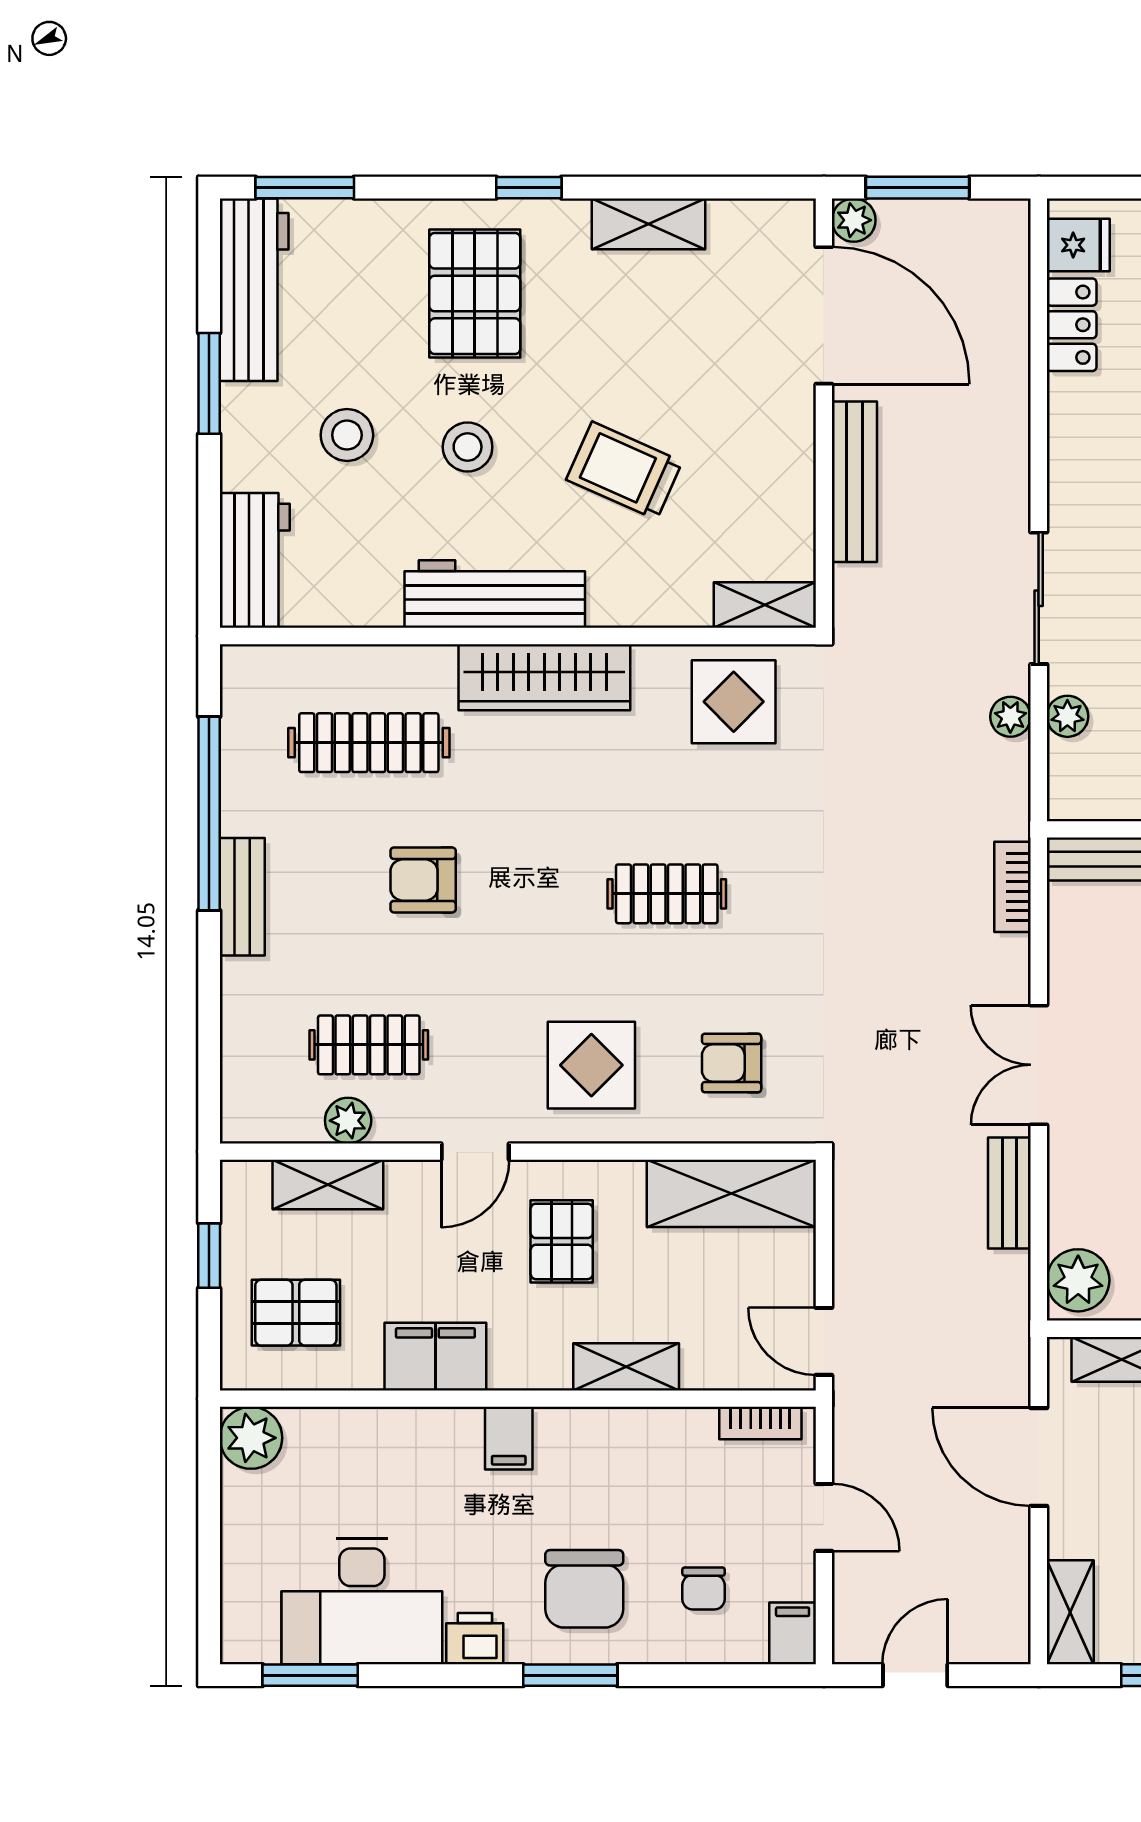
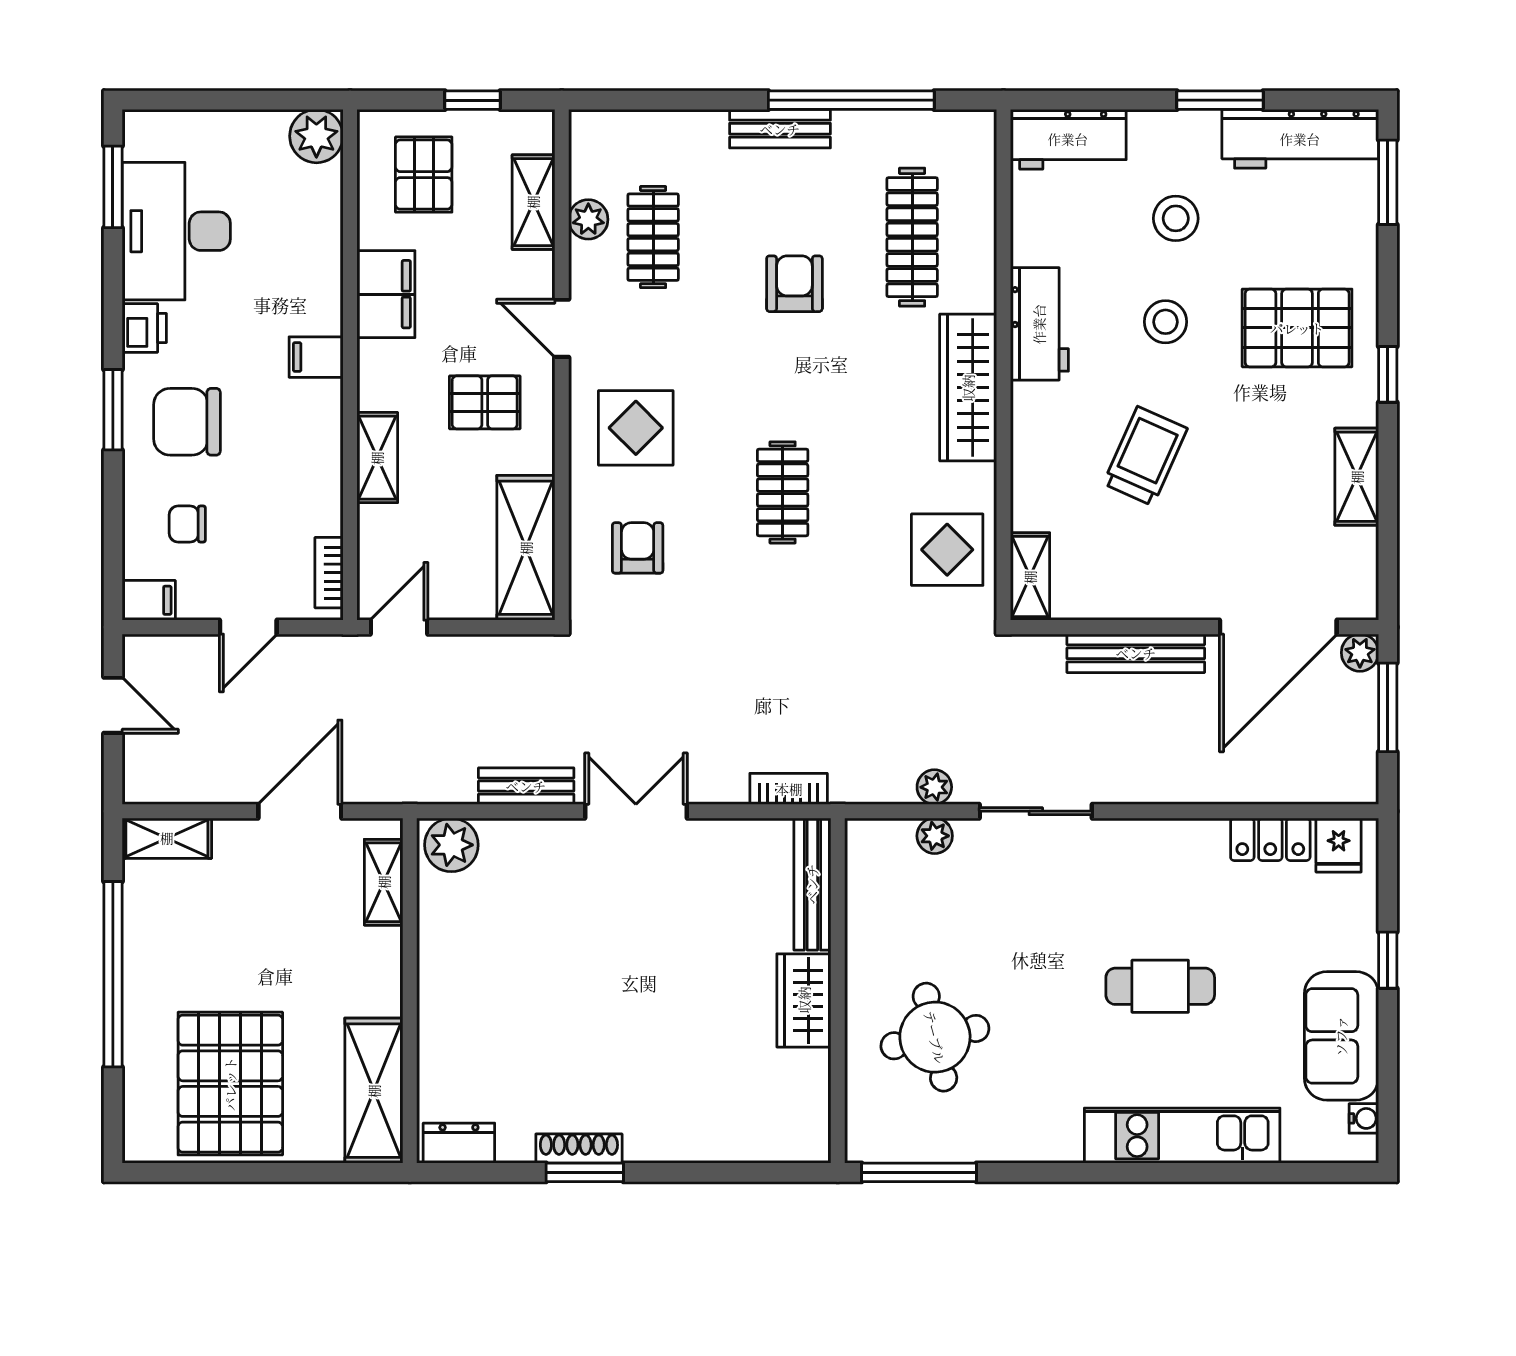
workbench: (495, 594) -> (1039, 324), width x0.73

